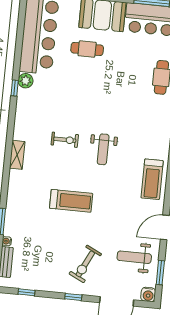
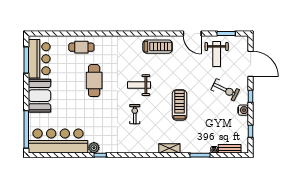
cafe table: (87, 49) -> (94, 81), moved, width x1.37, depth x1.35
weight bench: (103, 149) -> (139, 85), turned 180
shelving: (17, 155) -> (169, 148), moved
water cooler: (148, 294) -> (243, 110), moved

